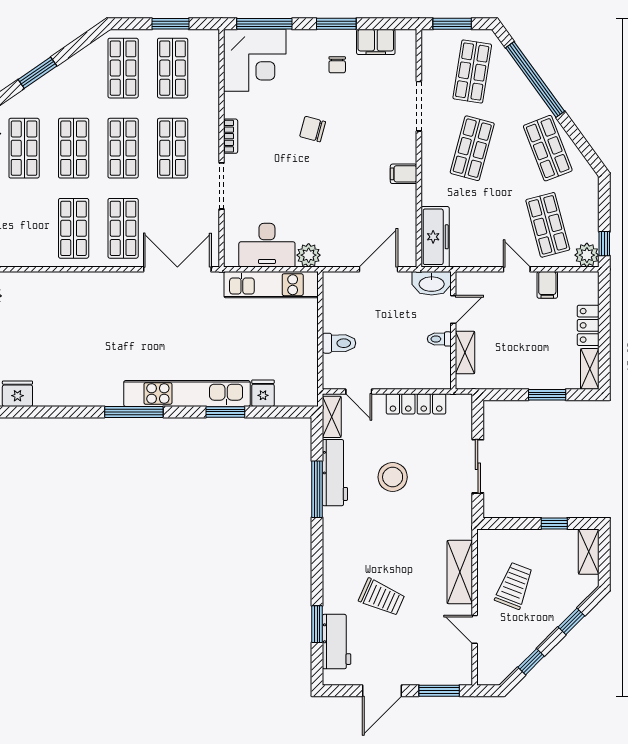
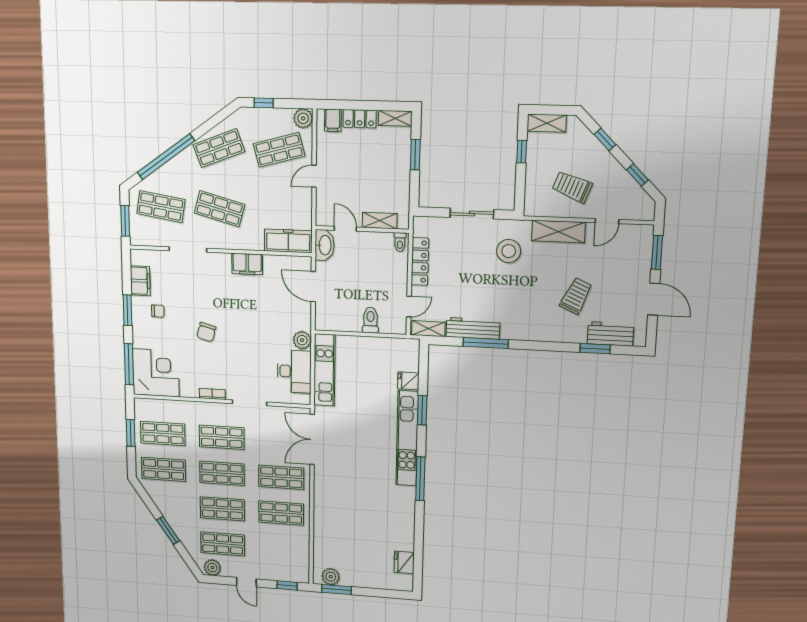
filing cabinet: (404, 174) -> (247, 264), width x2.00
window: (604, 244) -> (264, 103), moved
filing cabinet: (547, 285) -> (333, 120), moved, turned 90
toilet: (439, 339) -> (400, 242), moved
stool: (393, 477) -> (509, 251), moved

